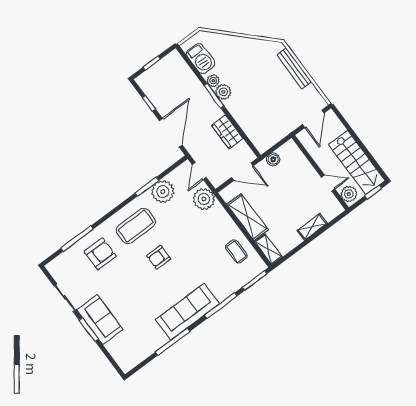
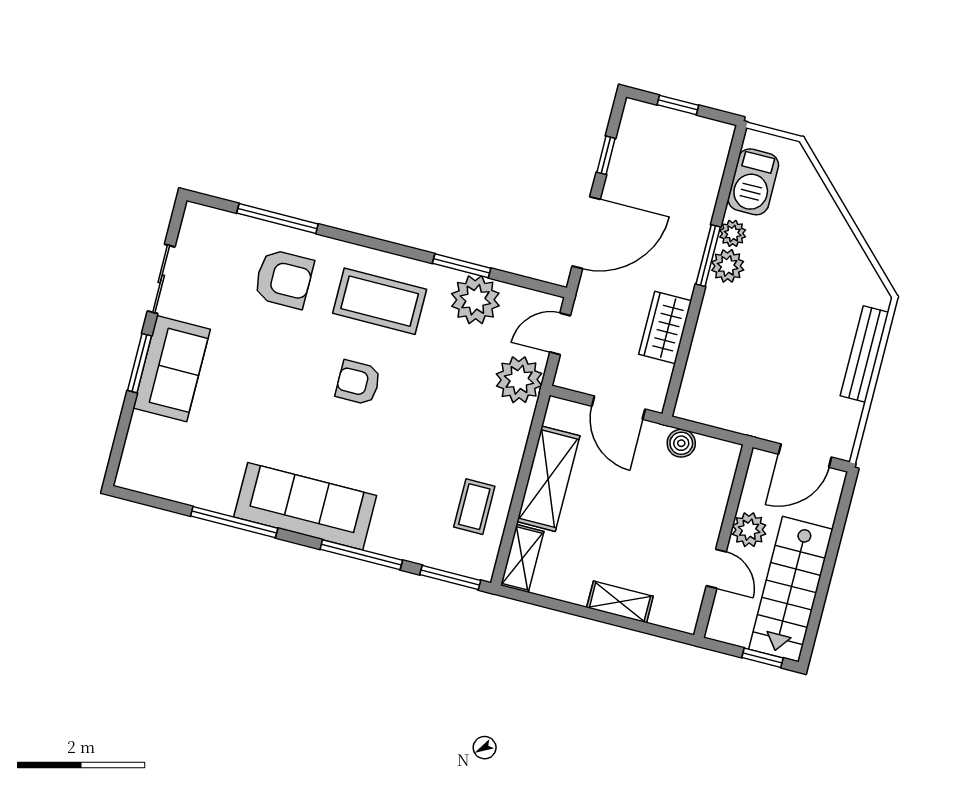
plant: (349, 194) -> (749, 530), moved

